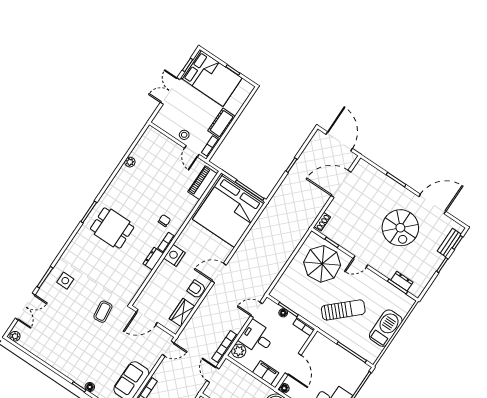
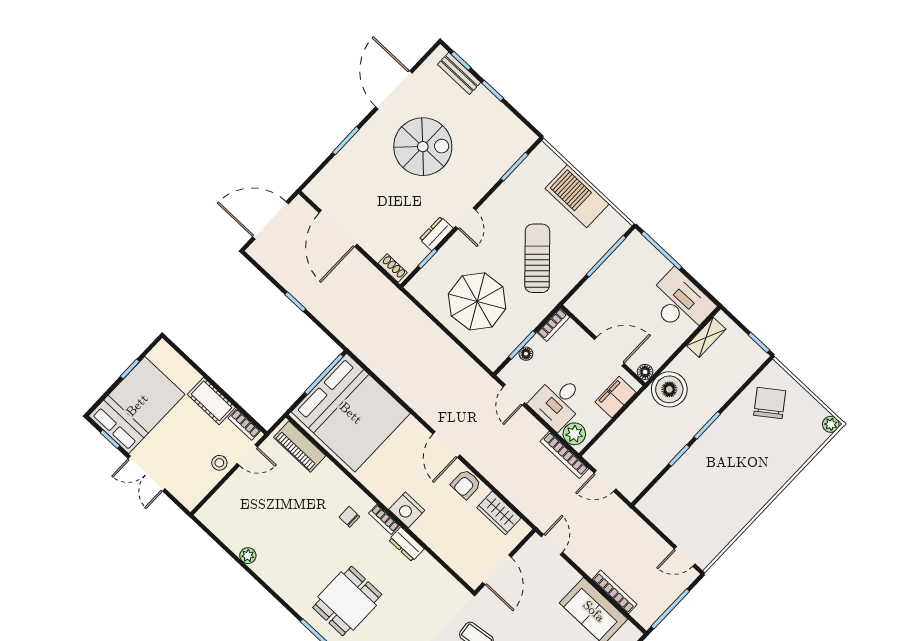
parasol: (322, 264) -> (477, 301), moved
dresser: (402, 281) -> (436, 234), moved

